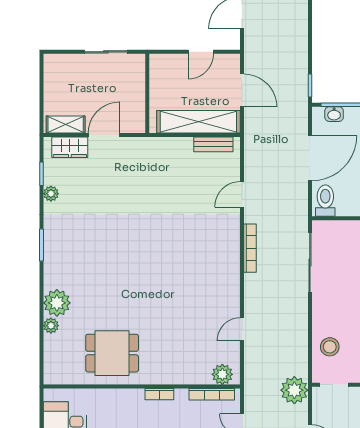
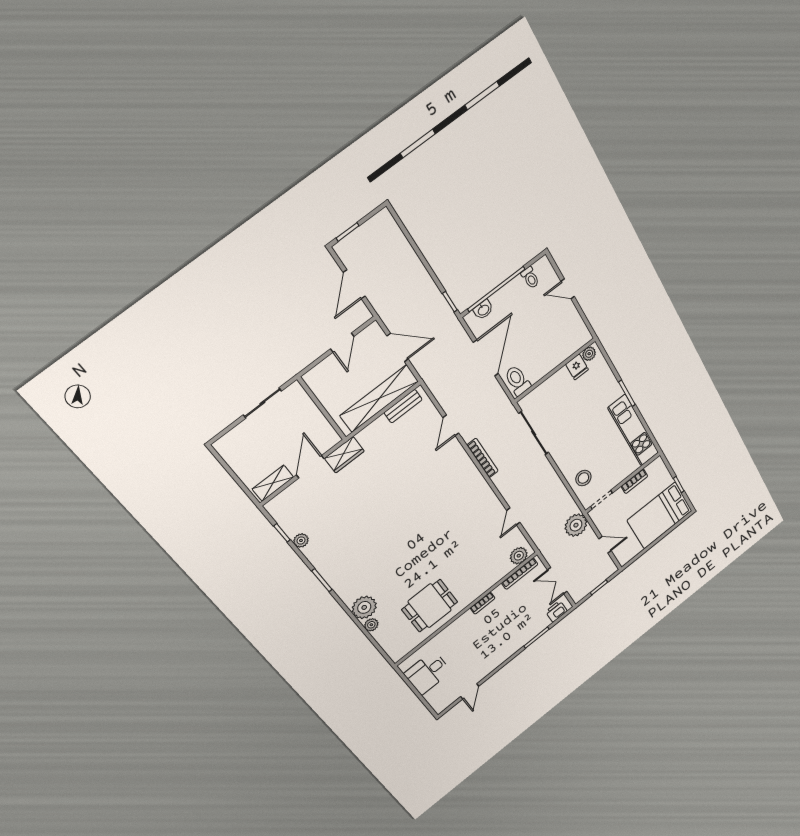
wardrobe: (70, 147) -> (344, 455), moved

